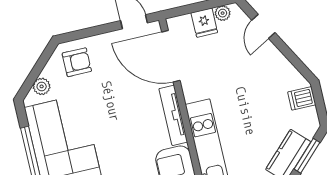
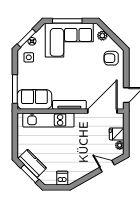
armchair: (77, 62) -> (111, 58), turned 90

